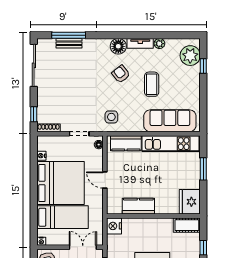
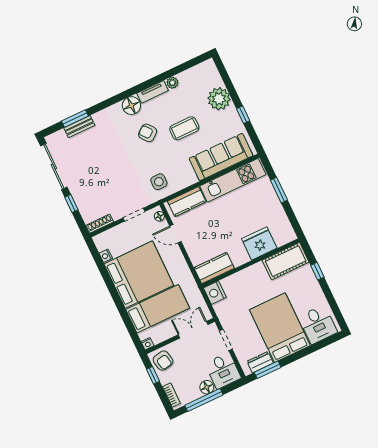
window: (69, 35) -> (75, 119), width x0.69
plant: (190, 56) -> (219, 99), moved
window: (203, 66) -> (243, 115), moved
coffee table: (152, 84) -> (184, 128), turned 90
window: (34, 114) -> (71, 203), moved
door: (105, 180) -> (175, 234), moved
fridge: (190, 202) -> (259, 243), moved, turned 90
kitchen counter: (138, 206) -> (214, 268), moved
cot: (187, 225) -> (286, 261), width x1.37, depth x1.34

